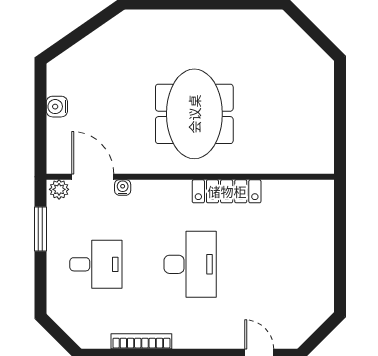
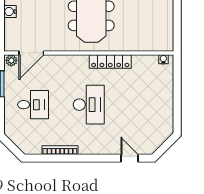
door: (93, 177) -> (31, 53), swing flipped
water cooler: (123, 187) -> (163, 59), moved

